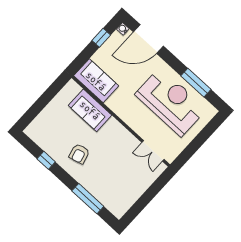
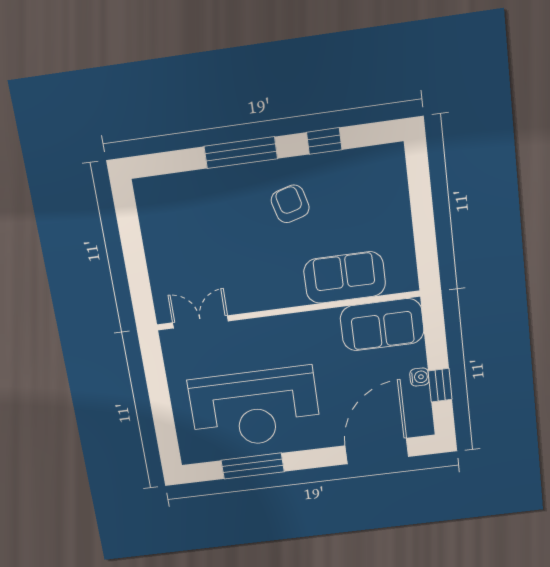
water cooler: (123, 29) -> (419, 377), moved
window: (88, 199) -> (241, 153), moved

